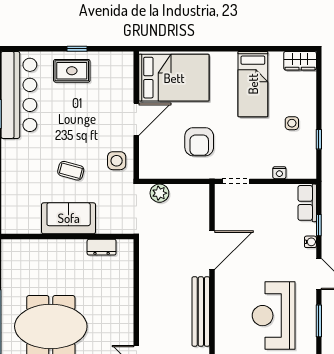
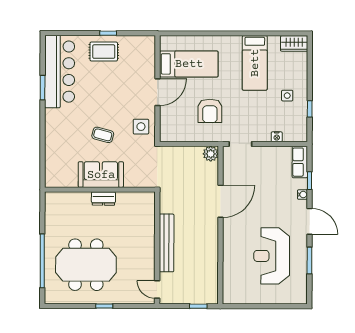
bed: (174, 78) -> (189, 64), width x0.67
plant: (159, 193) -> (211, 154), moved
dresser: (102, 247) -> (103, 199), moved
bench: (201, 311) -> (167, 243), moved

